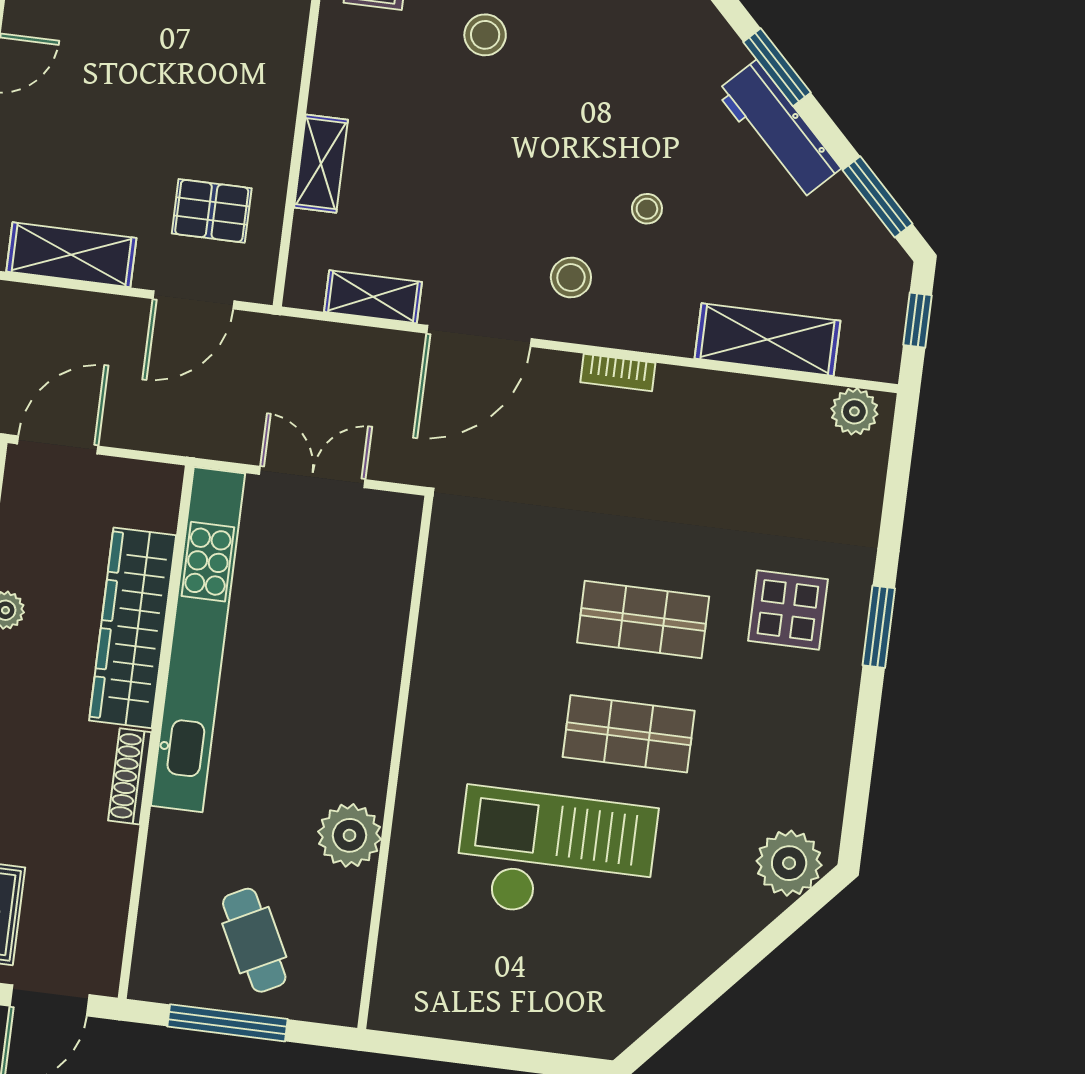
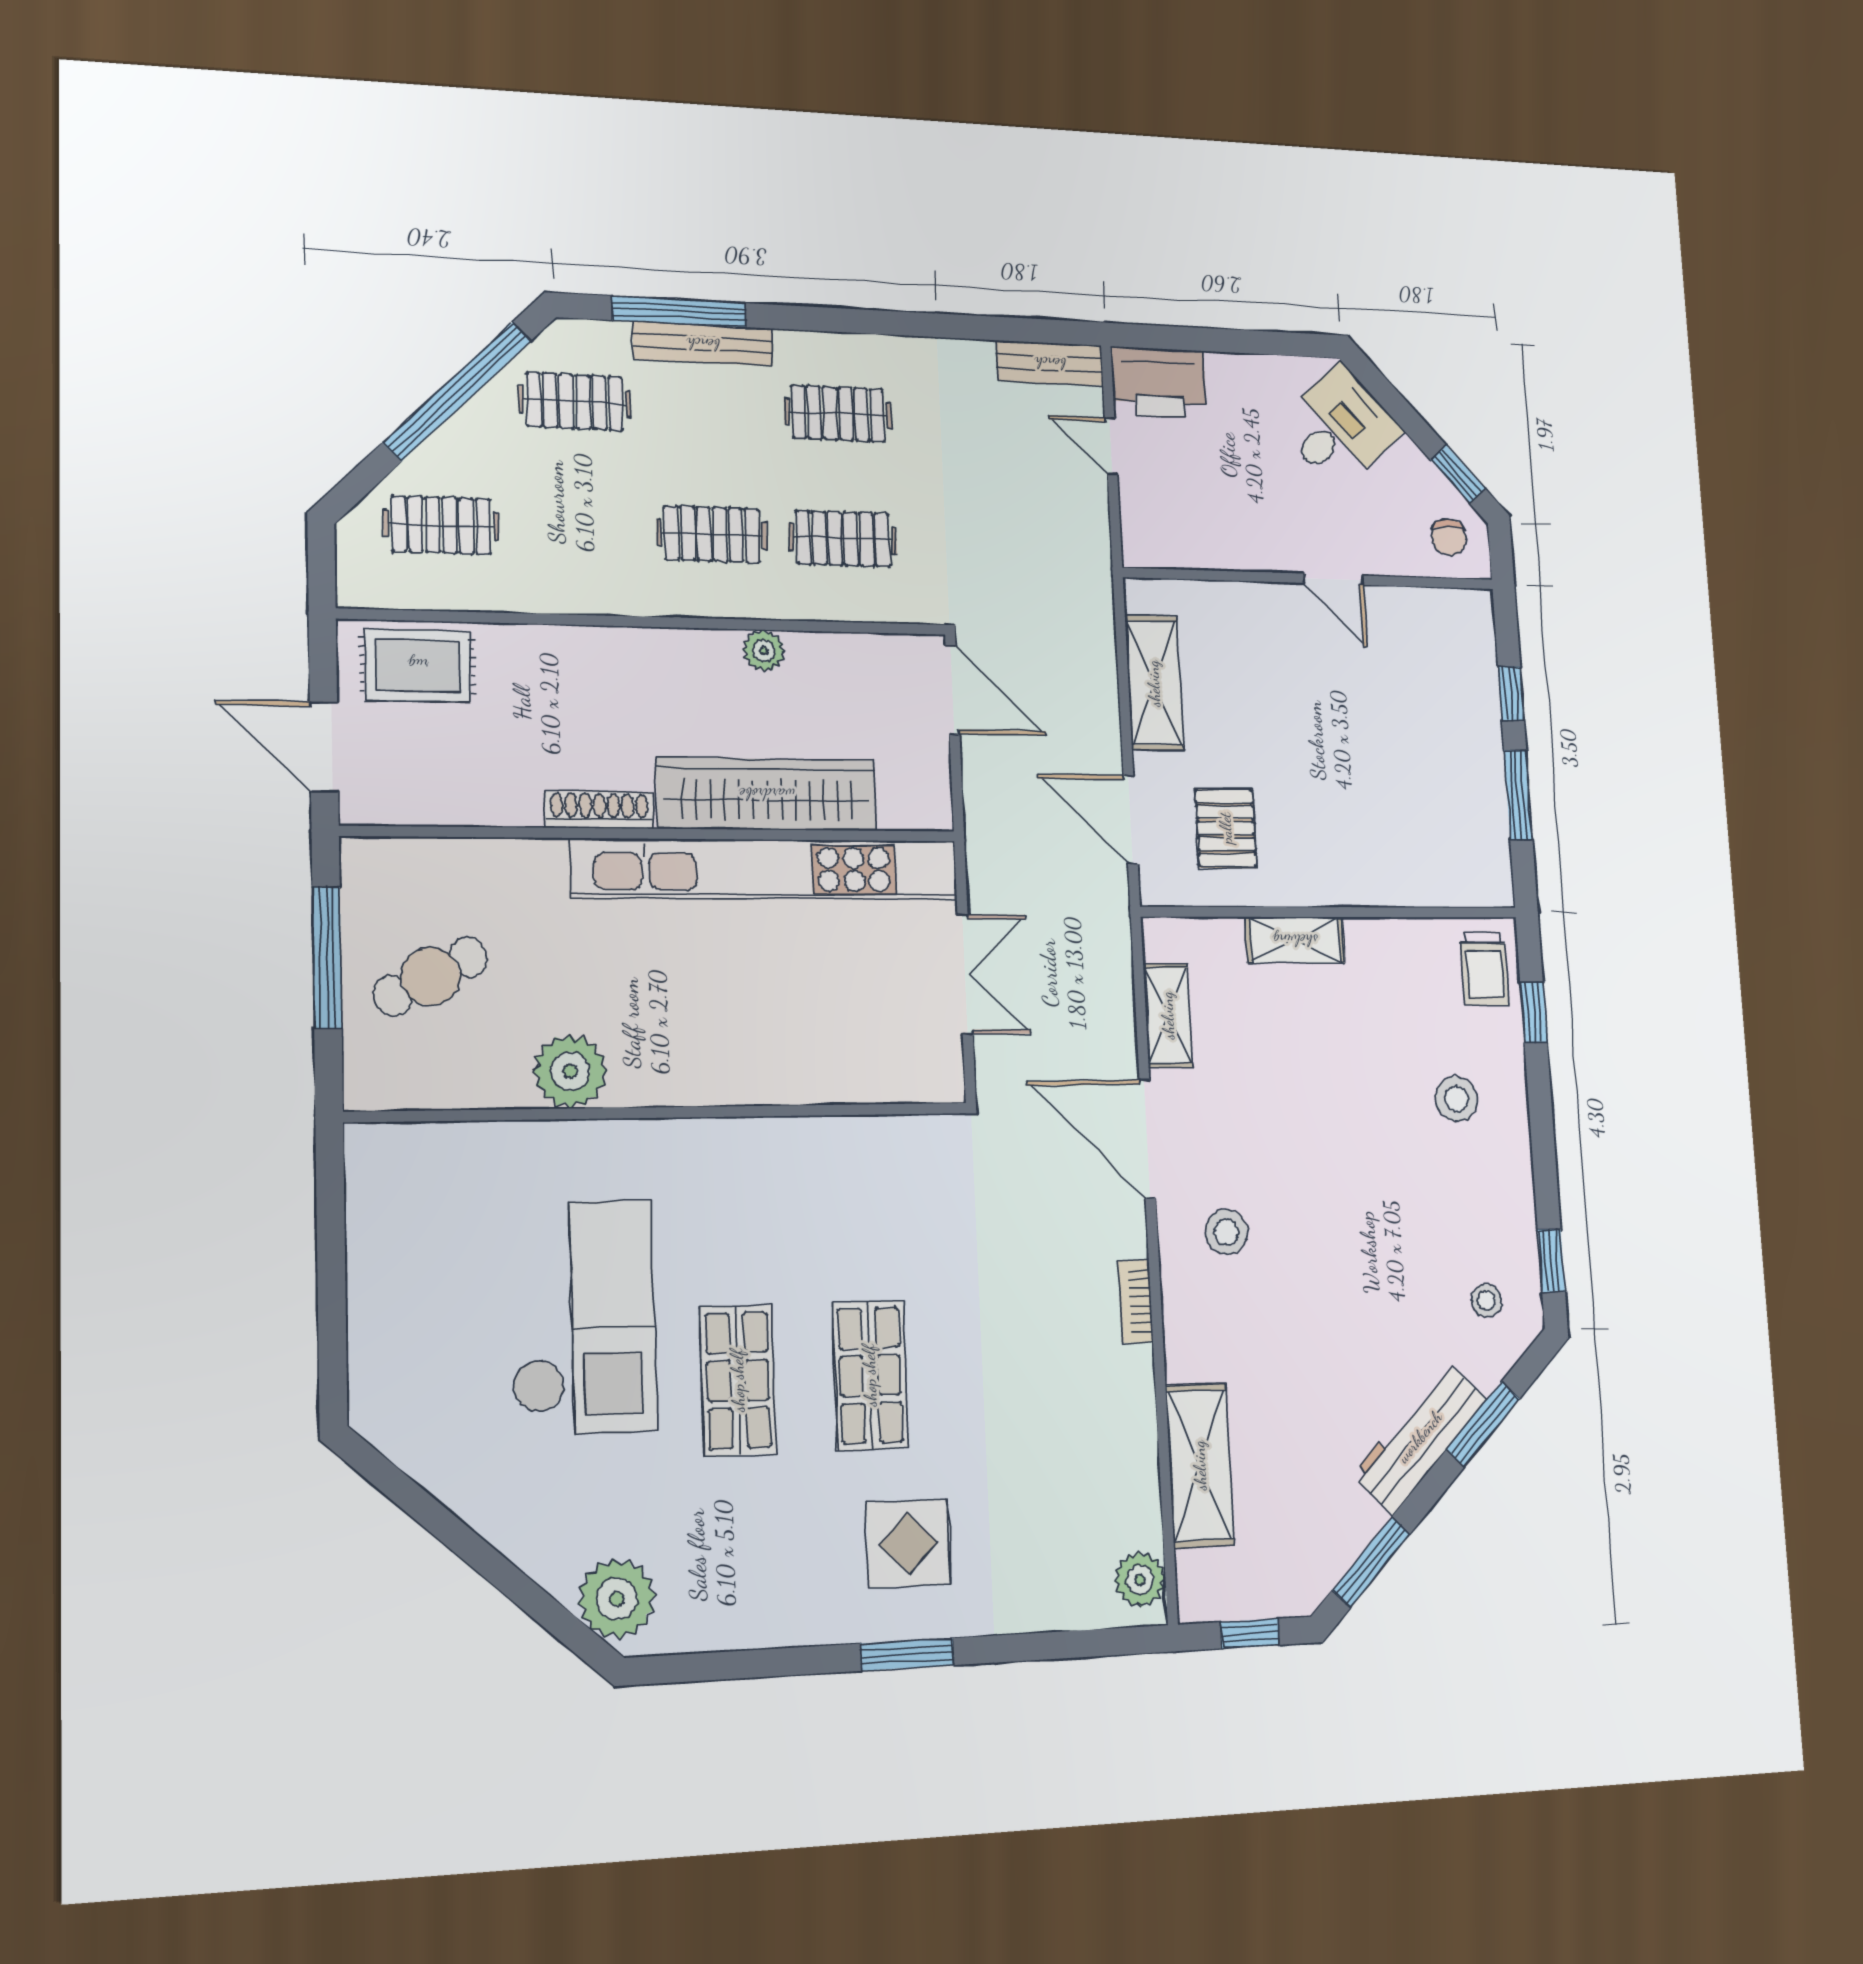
stool: (647, 209) -> (1486, 1301), moved

